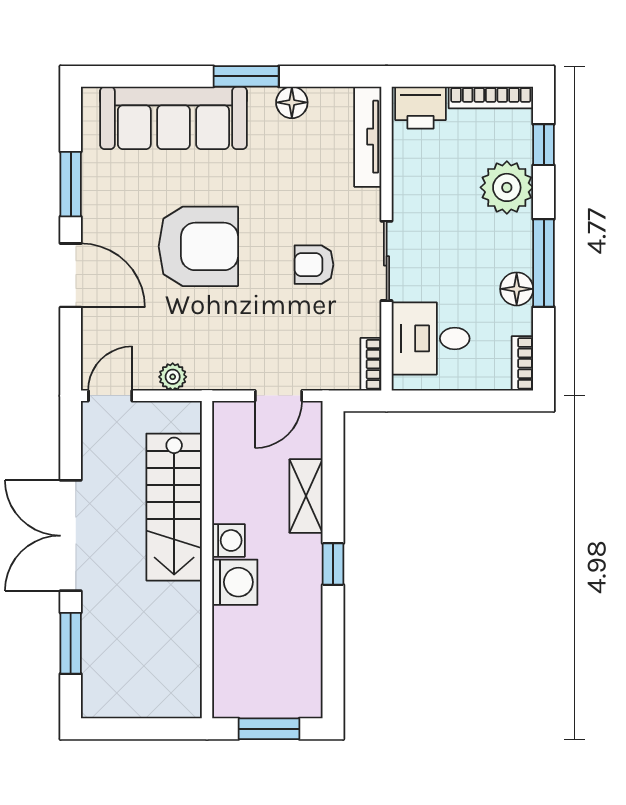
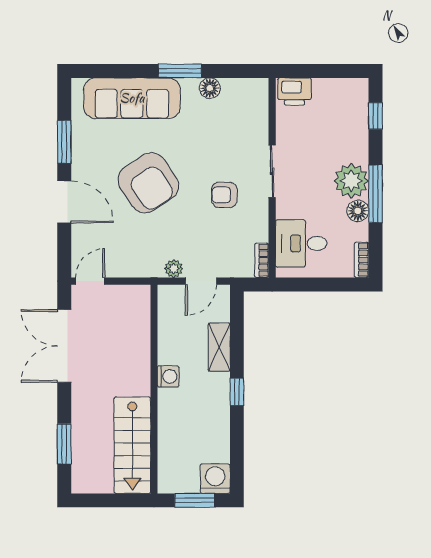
bookcase: (491, 98) -> (341, 85), removed
tv unit: (368, 137) -> (260, 111), removed
plant: (507, 187) -> (351, 181), moved
armchair: (198, 246) -> (148, 183), turned 56
sliding door: (387, 261) -> (272, 171), moved
plant: (173, 377) -> (174, 269), moved
stairs: (174, 507) -> (132, 445), moved
double door: (71, 536) -> (64, 346), moved
washing machine: (235, 582) -> (215, 479), moved, turned -90

